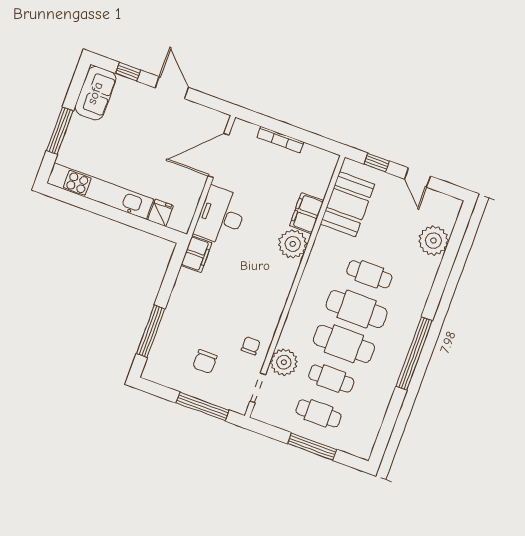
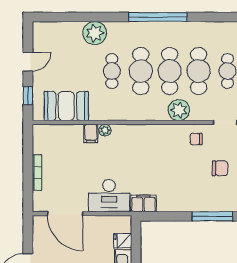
filing cabinet: (307, 213) -> (91, 133), width x0.50
plant: (433, 241) -> (95, 33), moved
plant: (293, 244) -> (105, 130), width x0.53, depth x0.53
plant: (284, 362) -> (179, 110), moved
cafe table: (331, 379) -> (199, 71), width x1.37, depth x1.35

